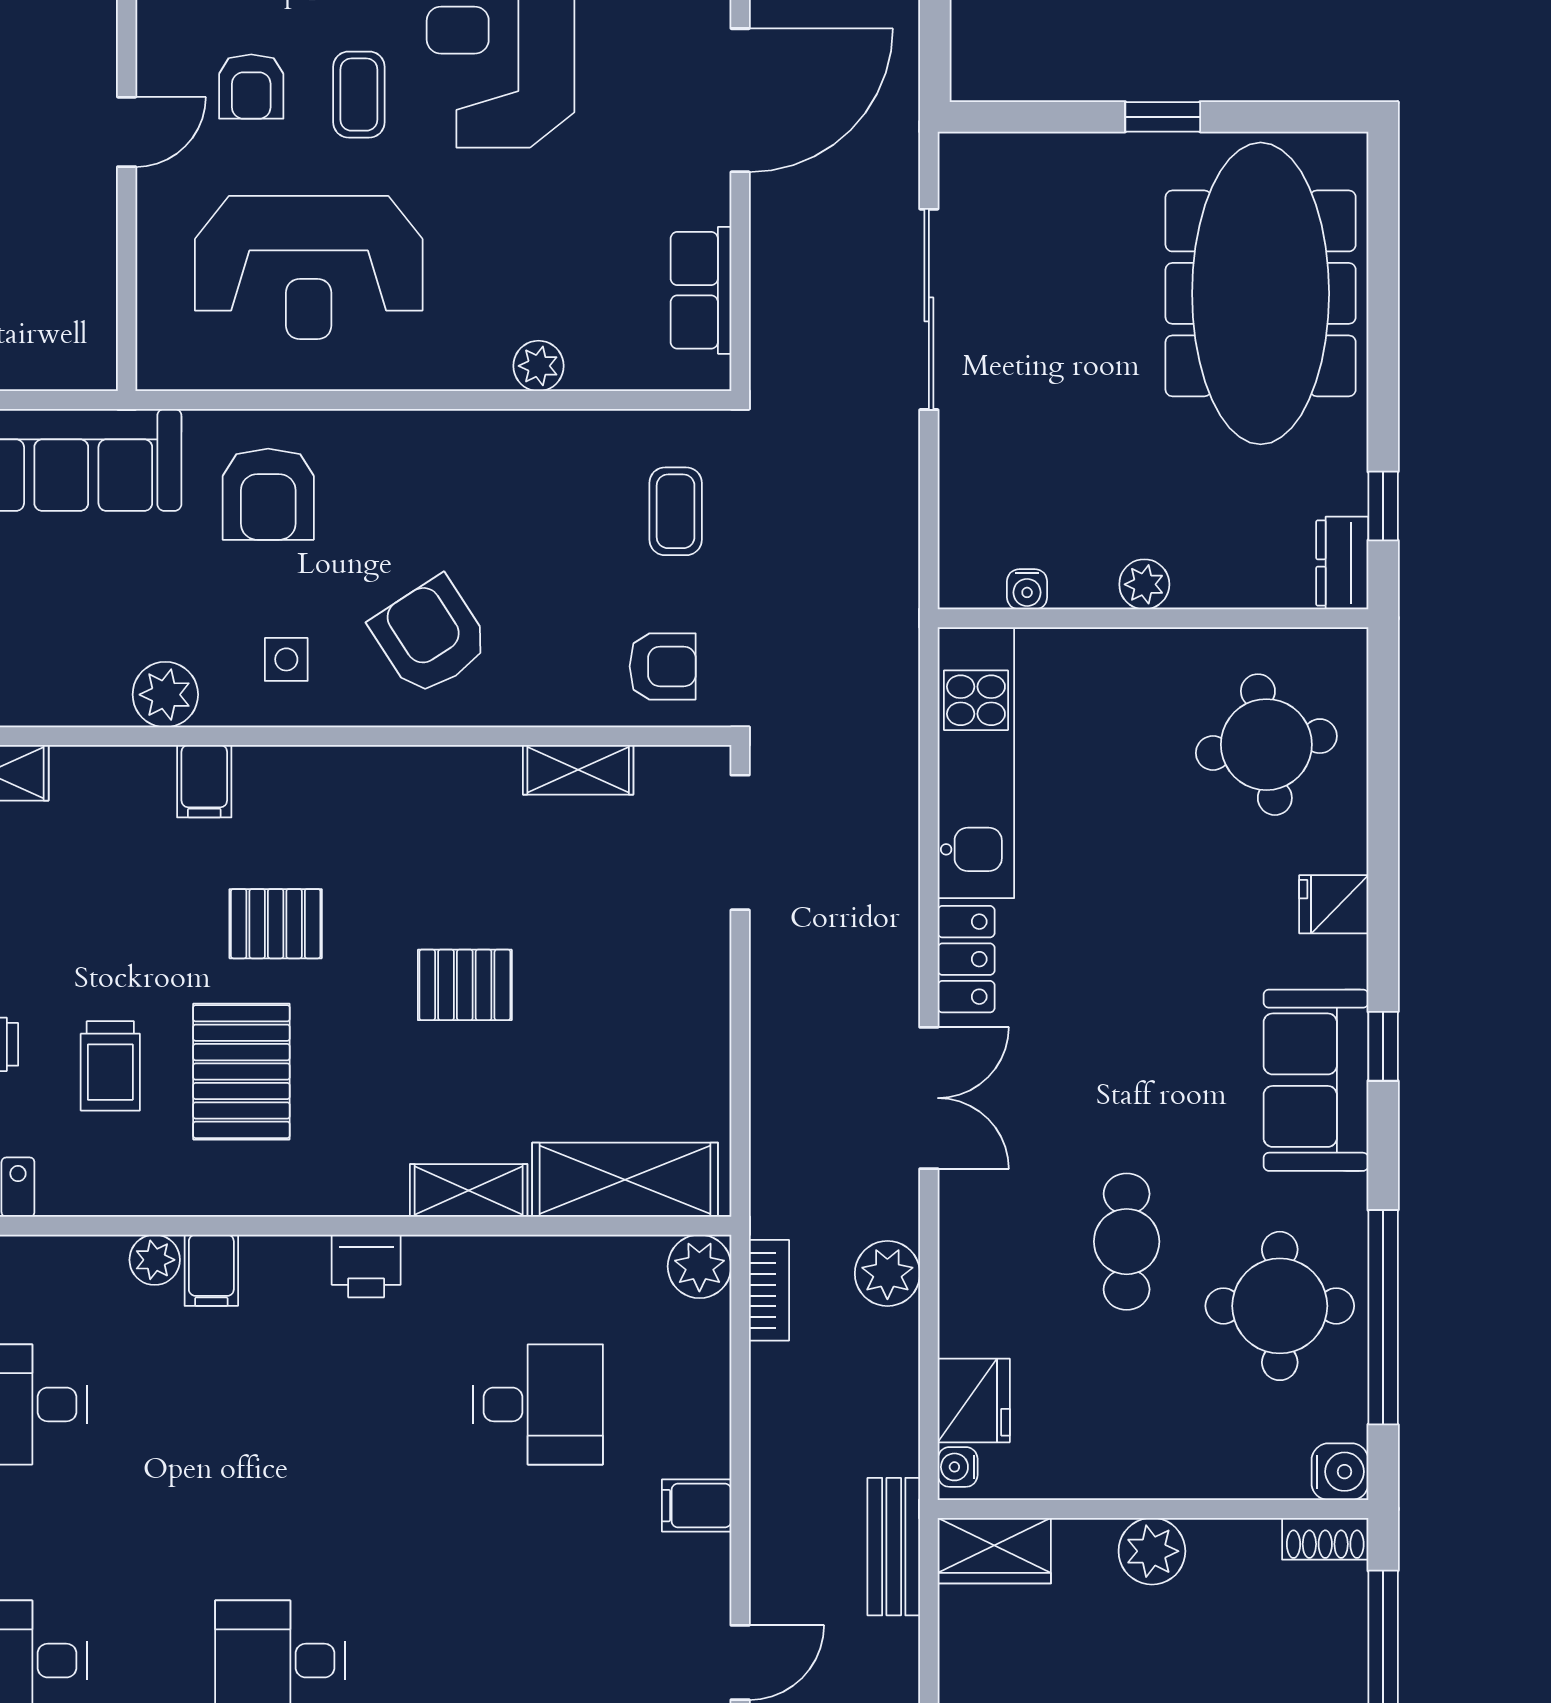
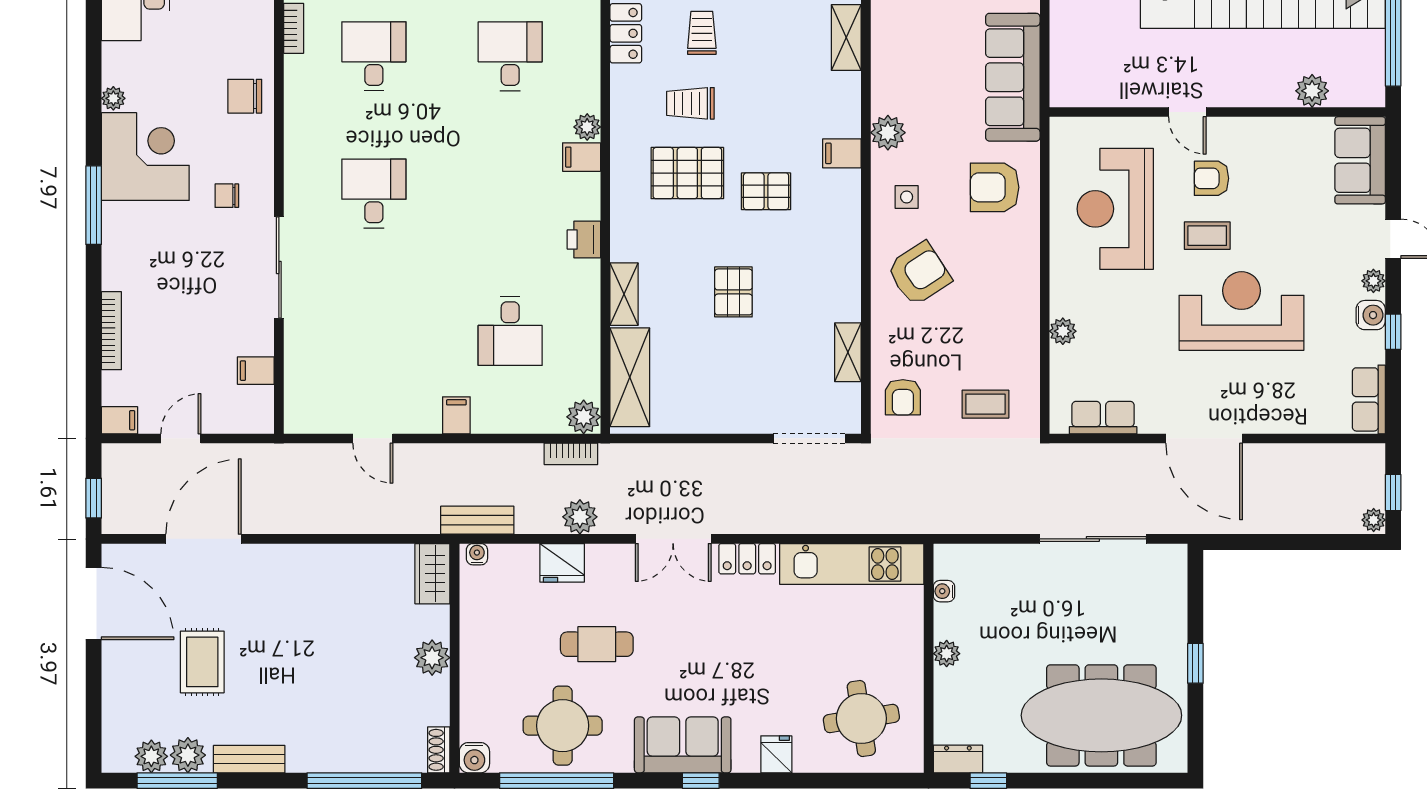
pallet: (276, 924) -> (766, 191), turned 90
fridge: (974, 1400) -> (562, 563), moved
bench: (894, 1547) -> (477, 520), moved

